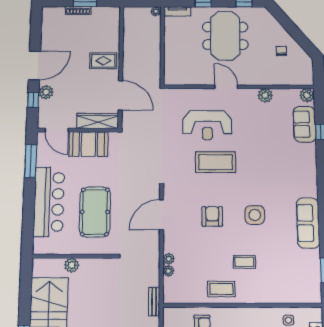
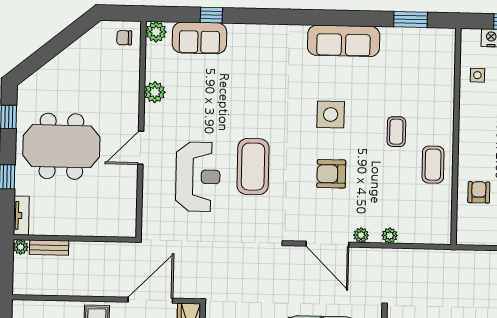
chair: (281, 51) -> (124, 38), moved
plant: (169, 271) -> (361, 235), moved
bench: (154, 302) -> (49, 248), moved

